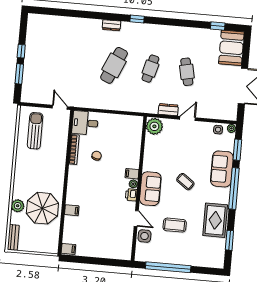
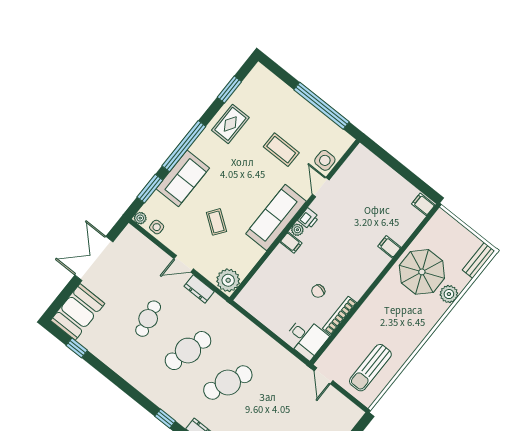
cafe table: (150, 69) -> (188, 351), width x1.37, depth x1.35
coffee table: (185, 182) -> (216, 222), moved
sofa: (150, 189) -> (276, 218), width x1.36
rug: (215, 220) -> (230, 124), width x0.73, depth x0.70

